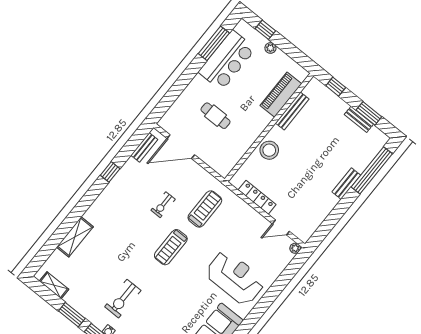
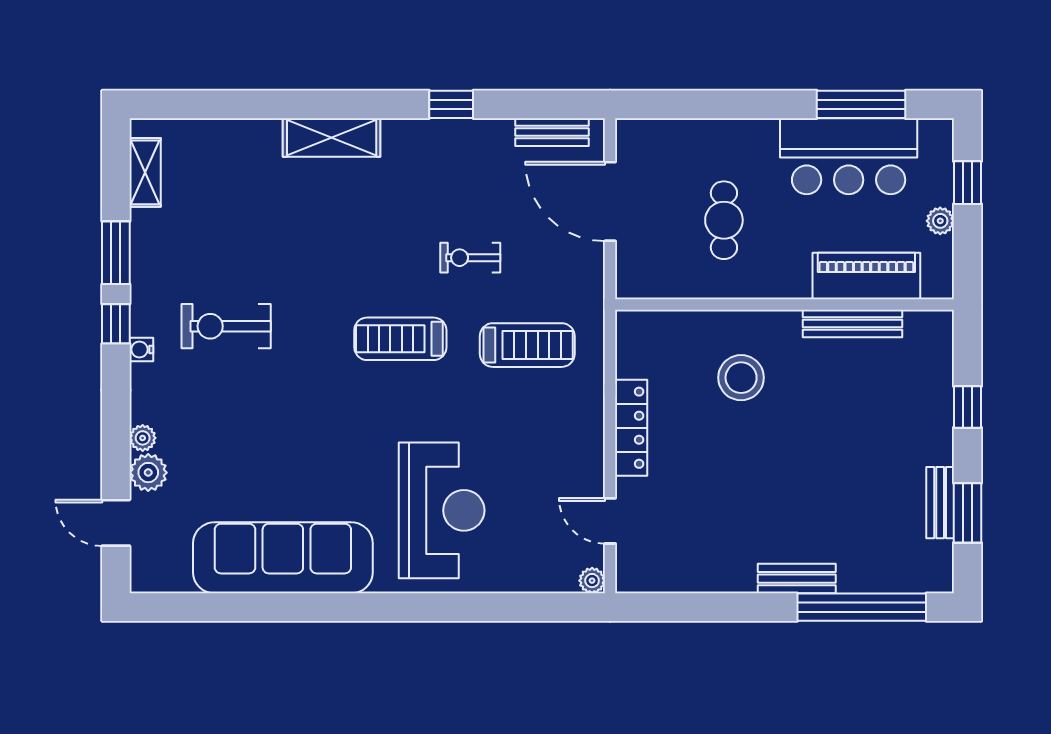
piano: (281, 95) -> (866, 276), moved
bench: (292, 111) -> (853, 323), moved
wall: (269, 128) -> (784, 304), moved
shelving: (75, 237) -> (332, 138), moved

